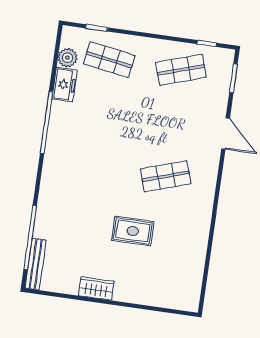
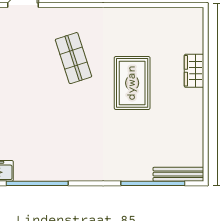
rug: (133, 231) -> (132, 83), width x1.36, depth x1.43
wardrobe: (96, 289) -> (194, 71), moved

